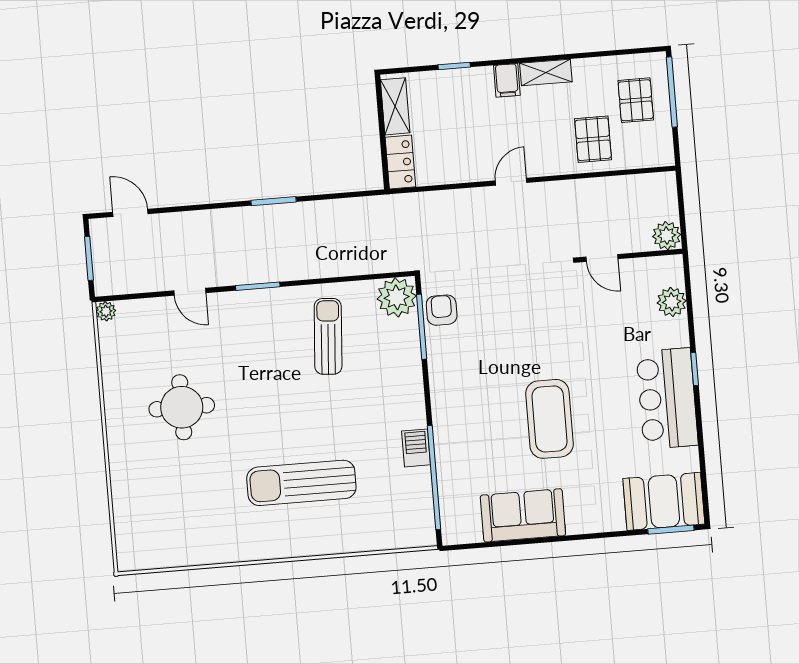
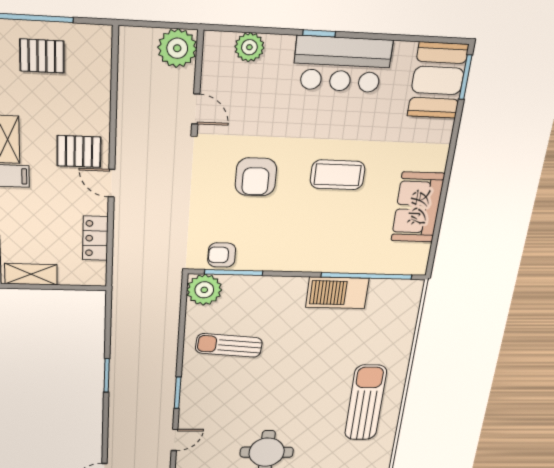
pallet: (593, 139) -> (79, 151), moved
locker: (400, 162) -> (95, 238), moved, turned -90
plant: (667, 236) -> (177, 48), width x1.36, depth x1.36
door: (602, 258) -> (196, 109), hinge flipped
armchair: (537, 332) -> (256, 177), added
coffee table: (549, 419) -> (338, 175), width x0.73, depth x0.76
barbecue: (416, 448) -> (337, 293), width x1.88, depth x1.53
sun lounger: (301, 483) -> (366, 403), moved, turned 180

